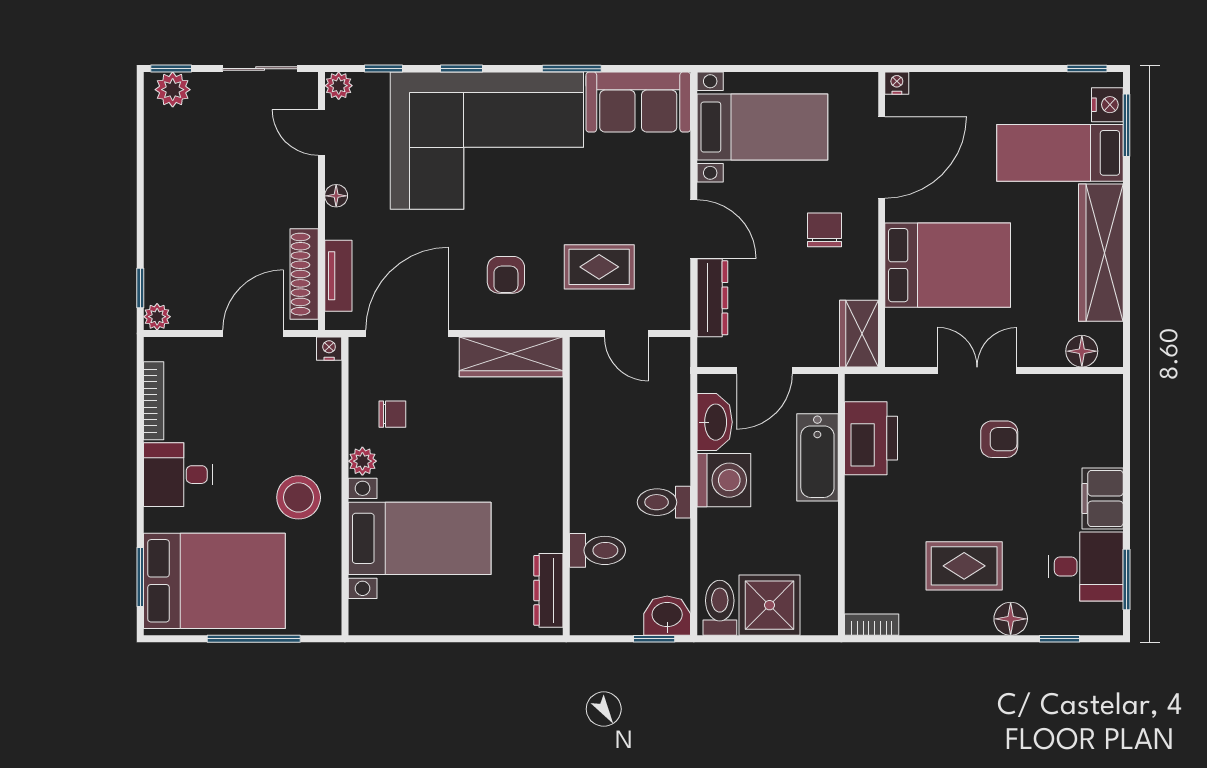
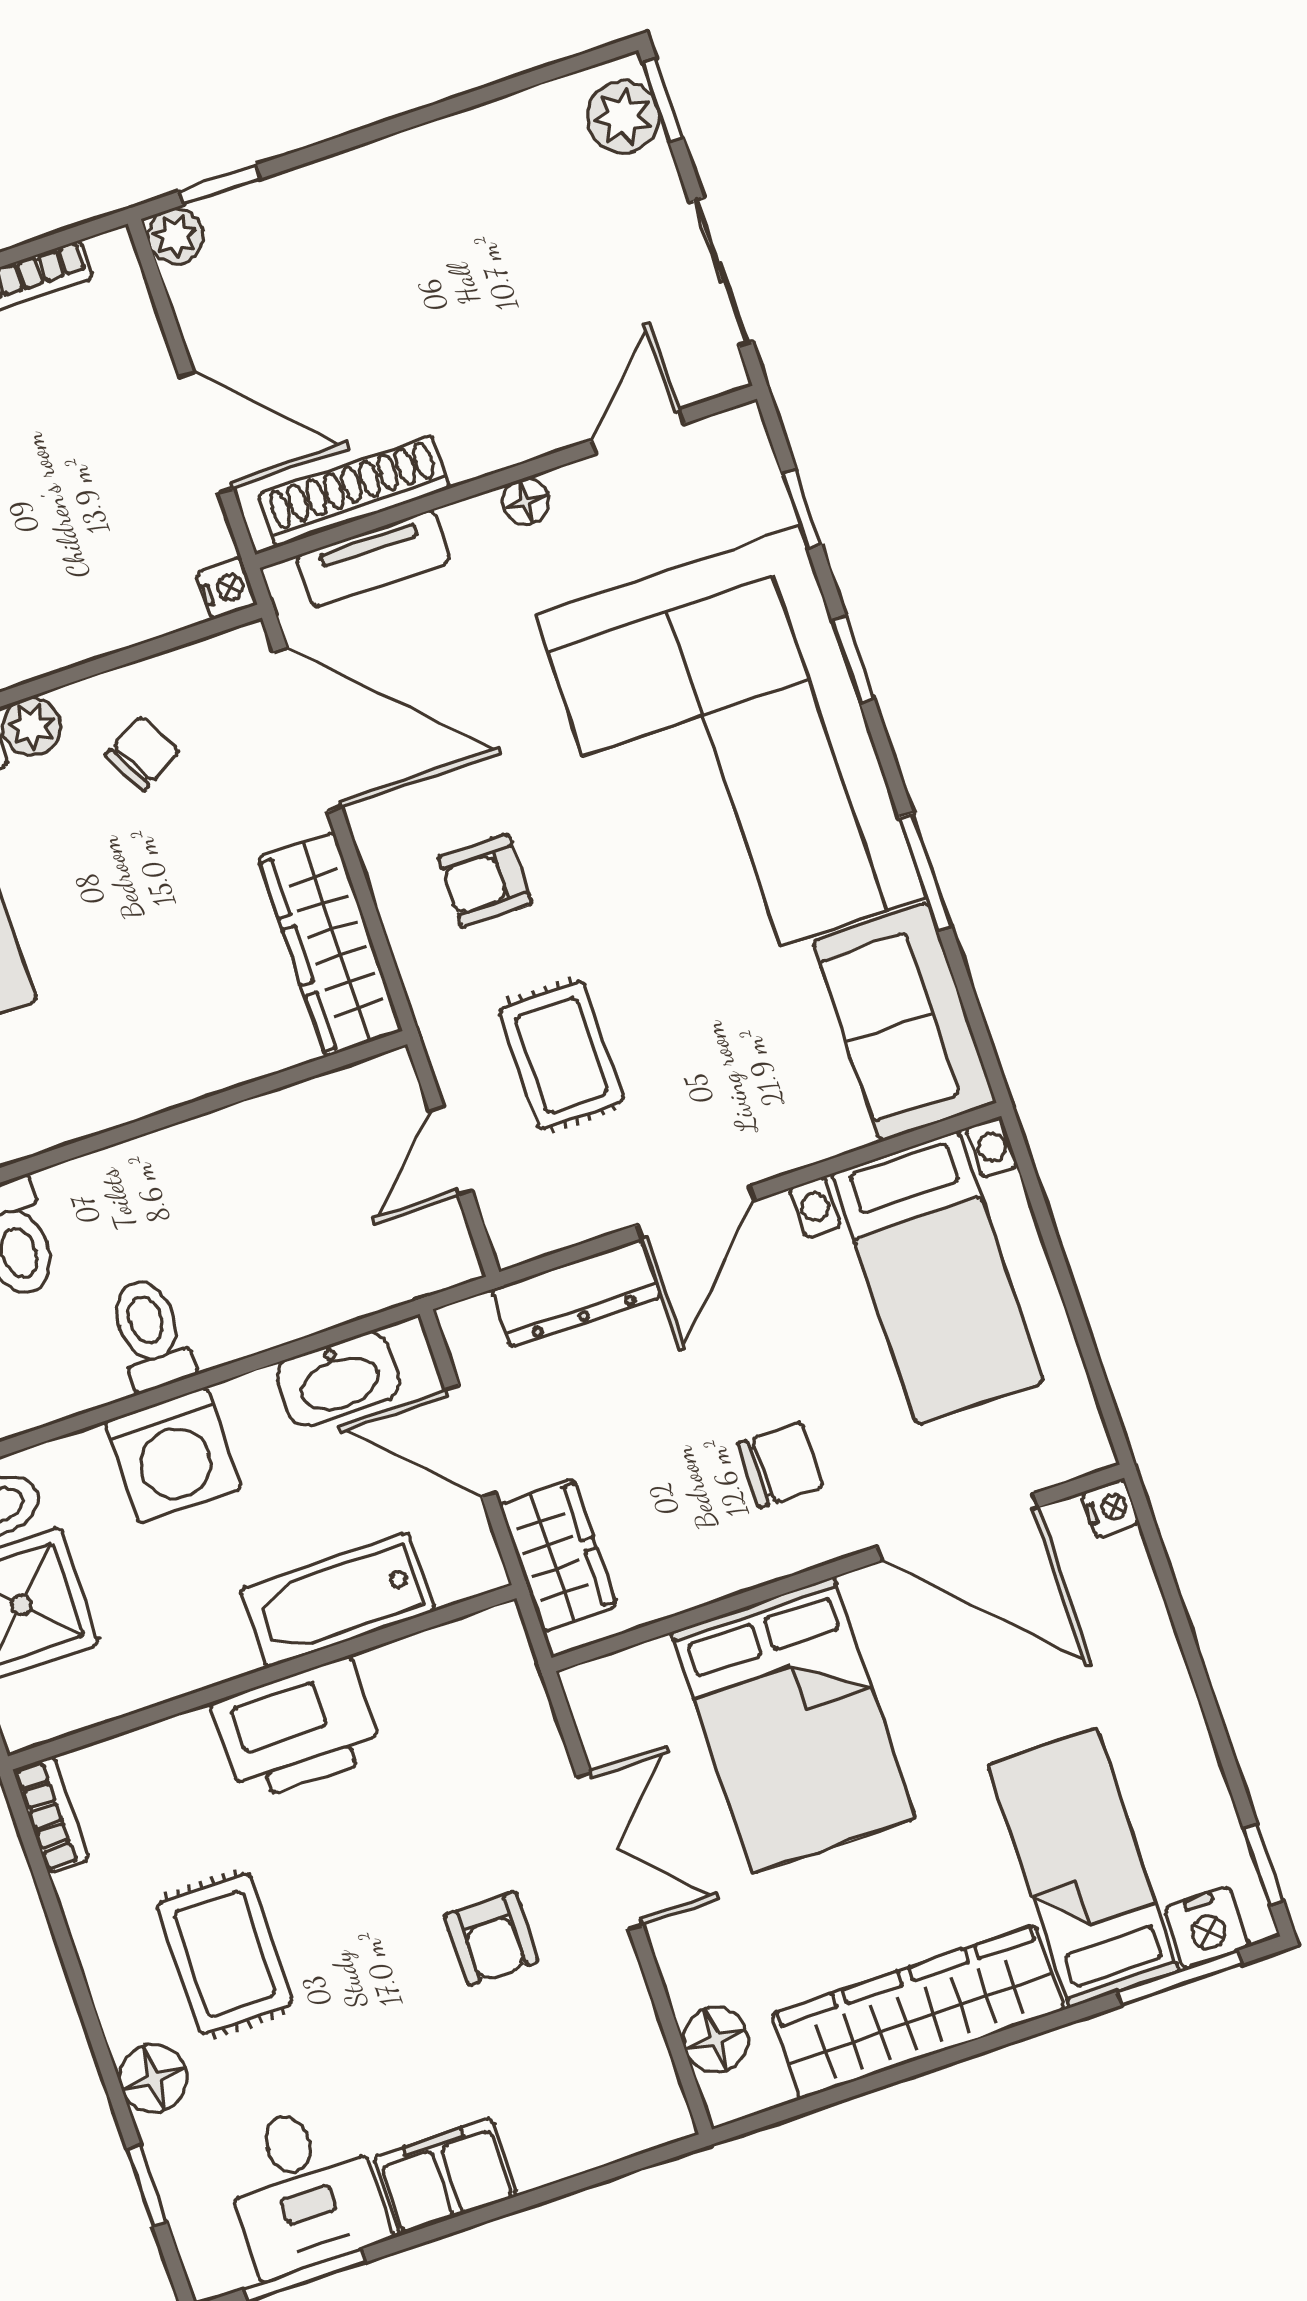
plant: (339, 86) -> (739, 434), removed
wardrobe: (859, 334) -> (558, 1555), moved, turned 90
chair: (392, 414) -> (142, 753), turned -119
printer: (871, 438) -> (297, 1729), moved
washing machine: (724, 480) -> (173, 1455), moved

